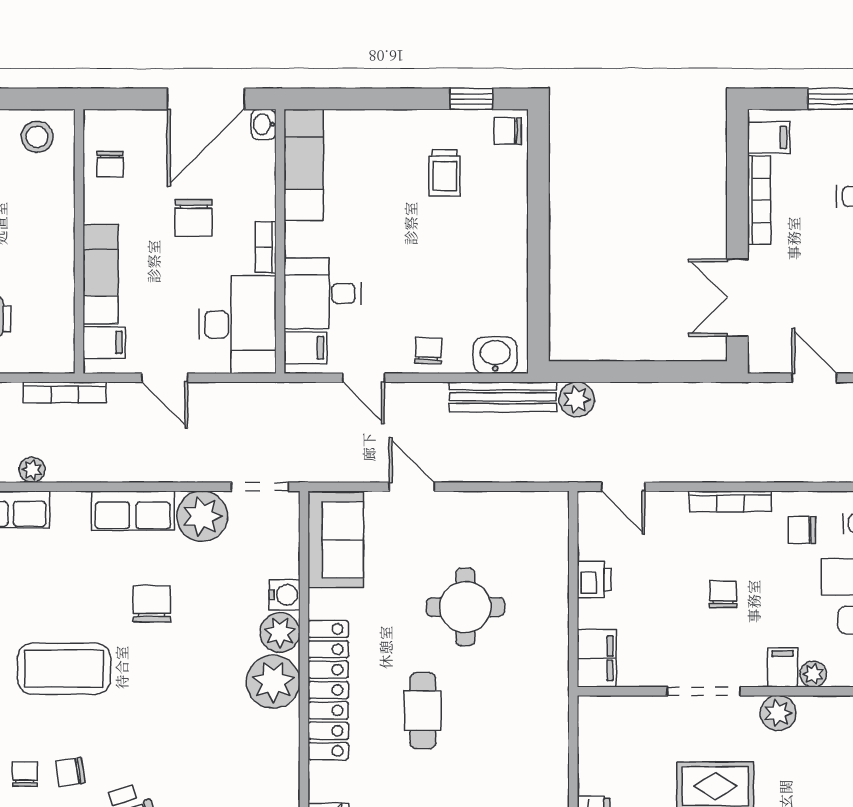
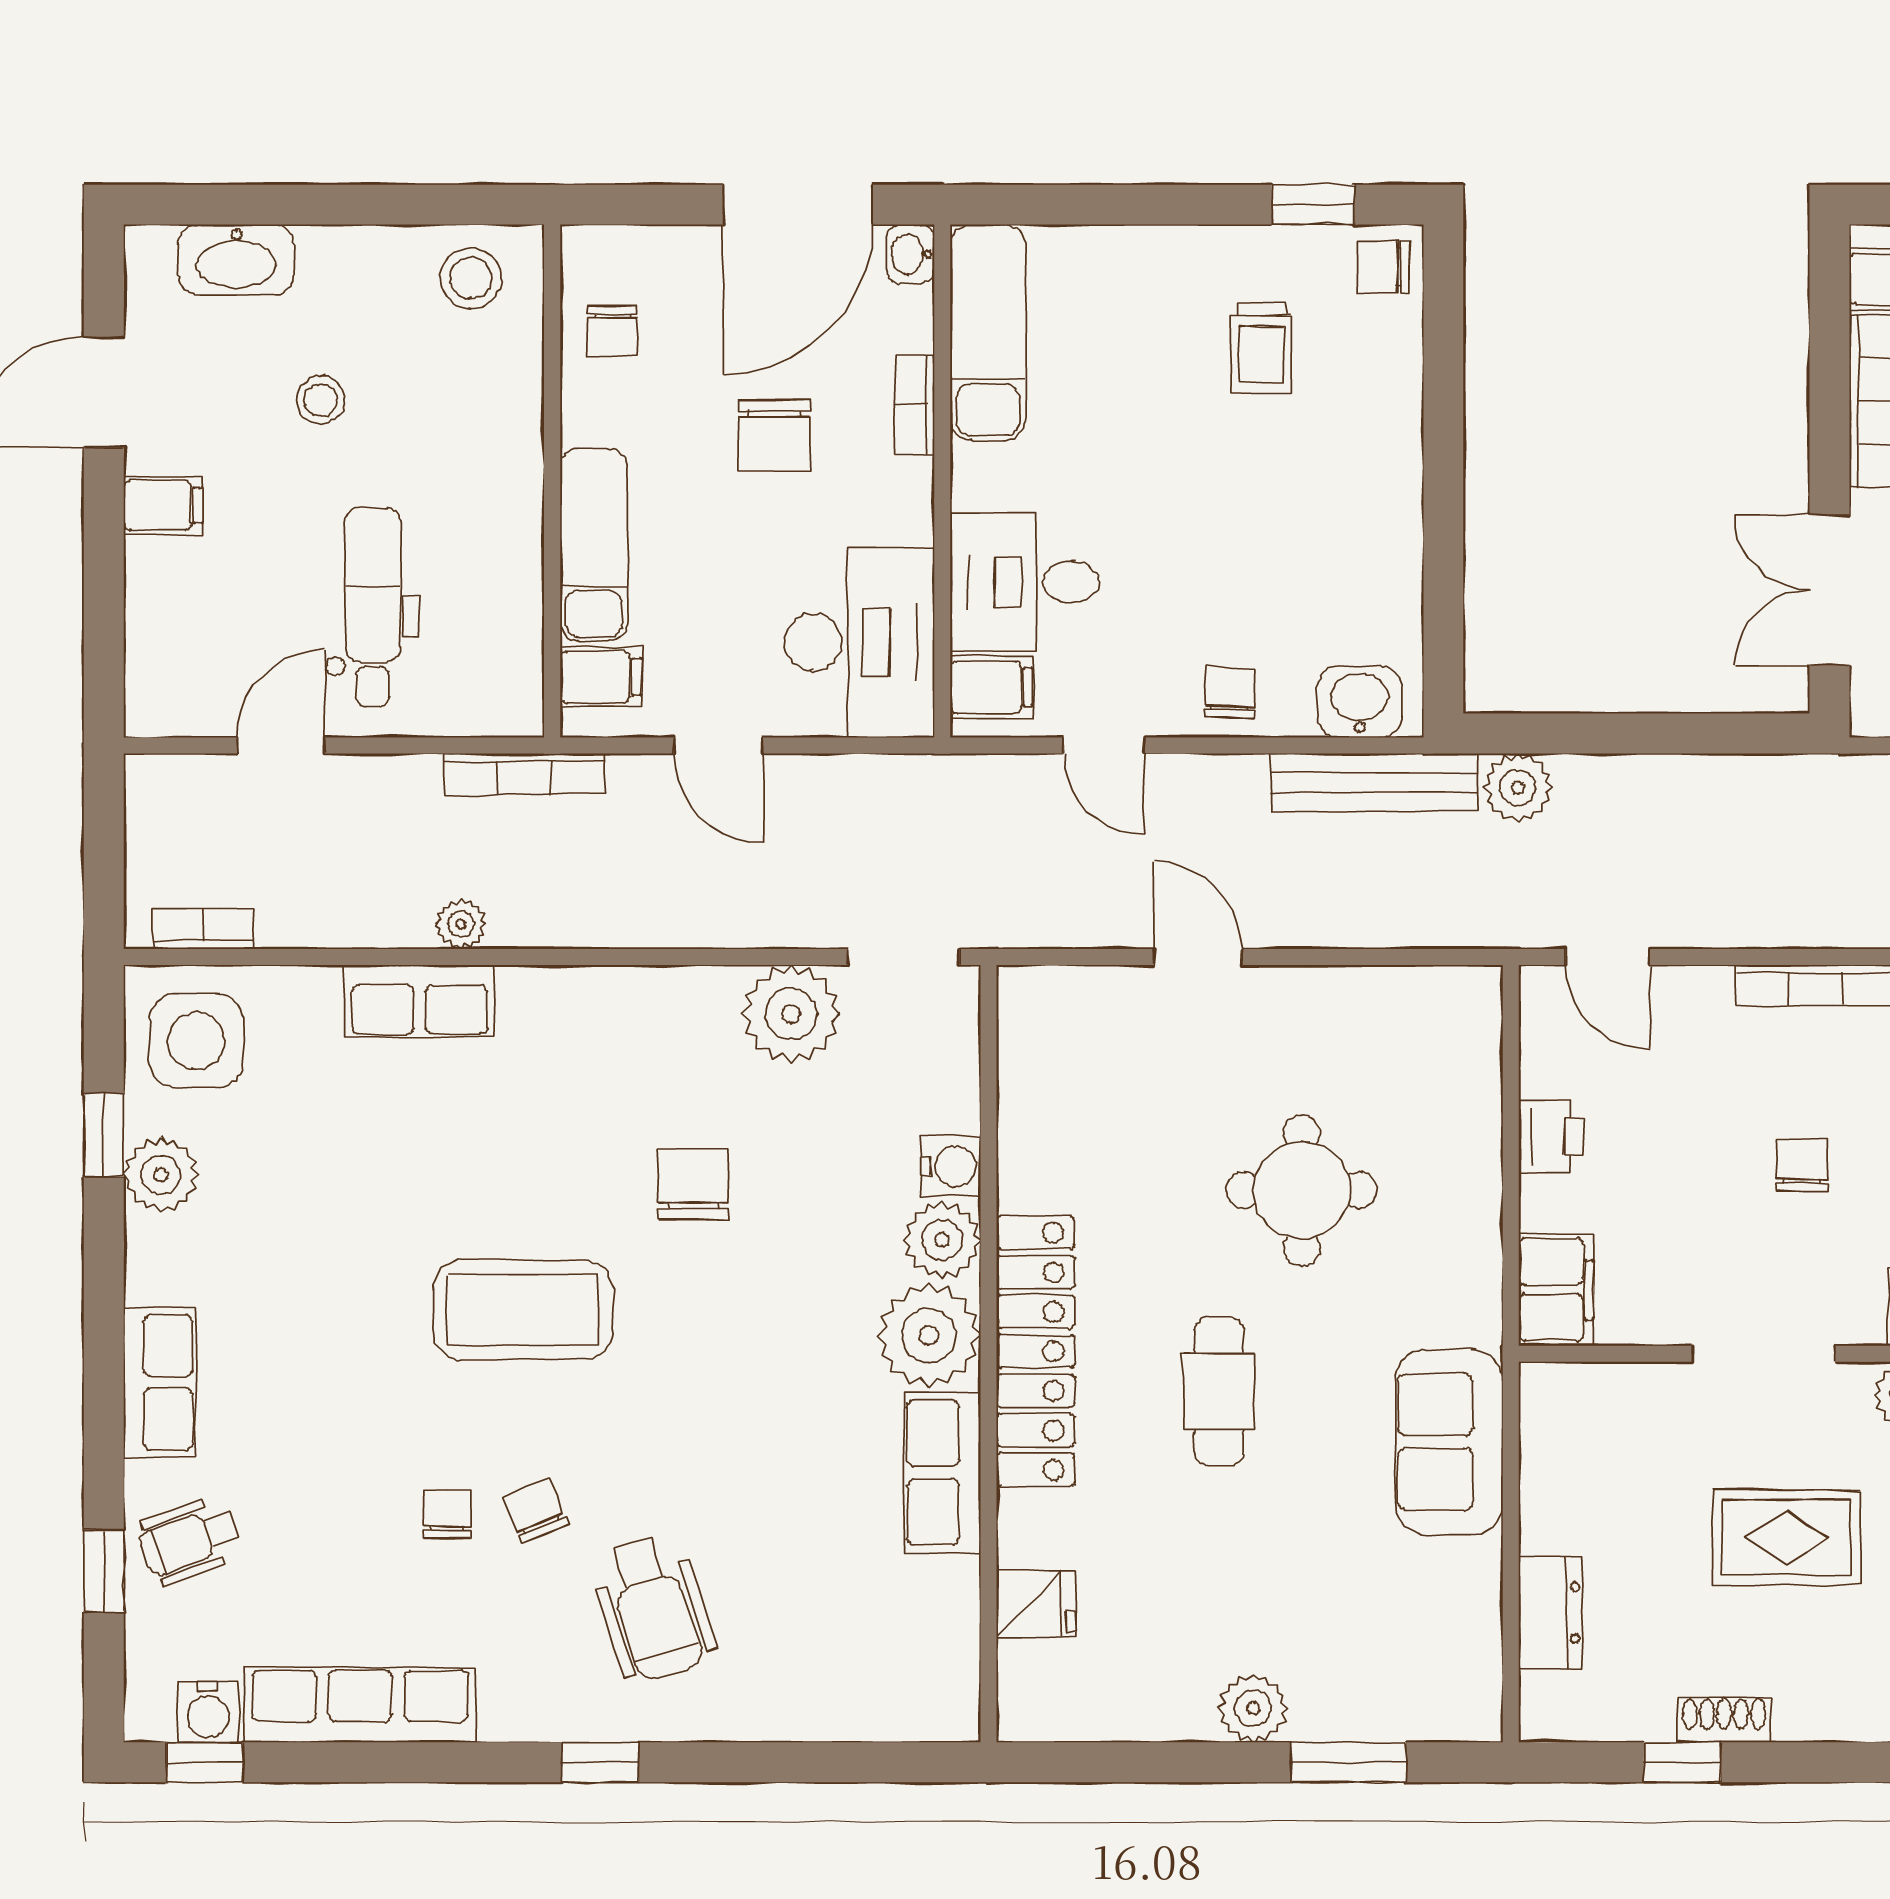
bookcase: (266, 247) -> (914, 405), moved
row of seats: (133, 511) -> (942, 1473), moved, turned 90
sofa: (336, 540) -> (1449, 1442), moved, turned 180
chair: (70, 772) -> (536, 1511), turned 77

